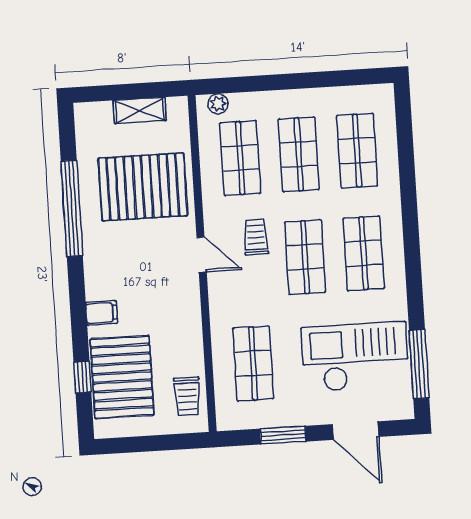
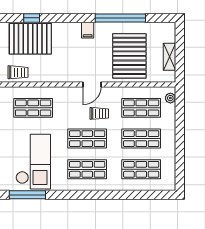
filing cabinet: (102, 313) -> (88, 30), moved
trolley: (187, 396) -> (18, 72), turned 180

